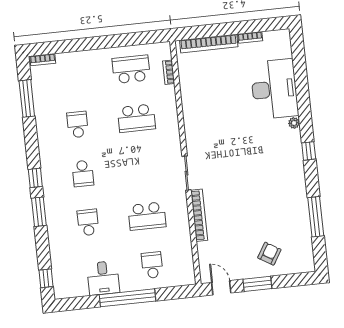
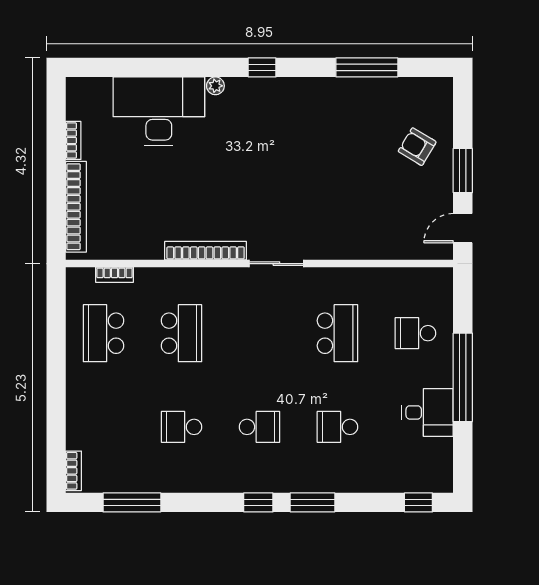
bookcase: (199, 215) -> (206, 251), moved

